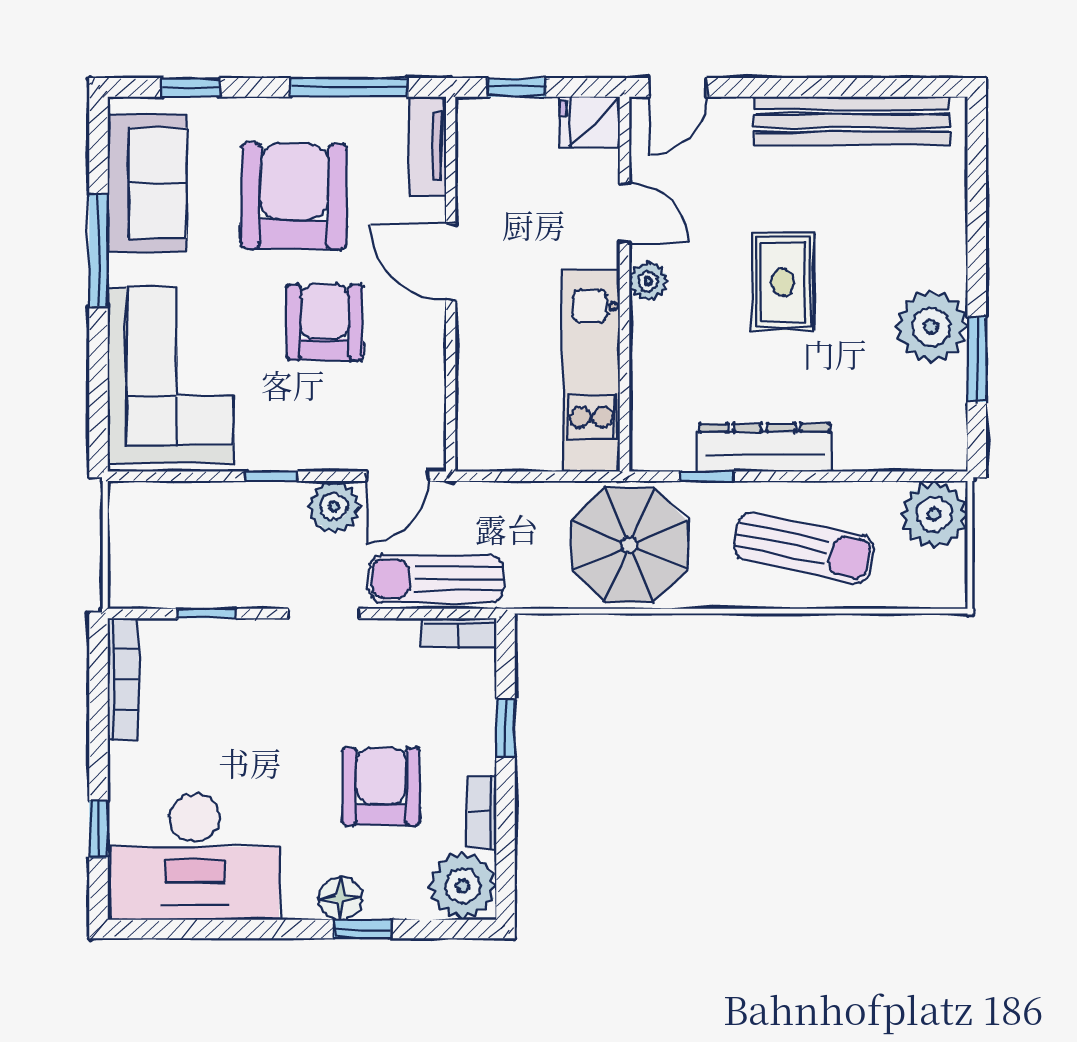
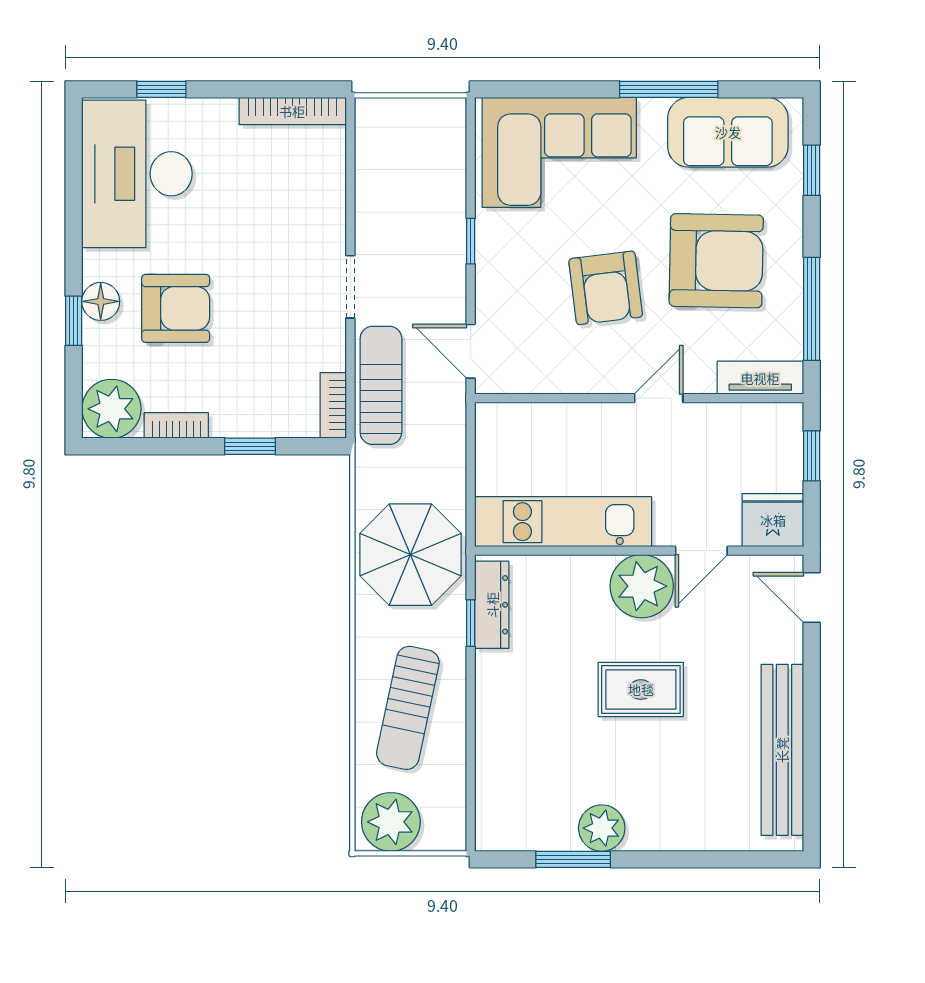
fridge: (590, 122) -> (773, 520), width x1.38
door: (451, 262) -> (659, 398), width x0.73
plant: (648, 281) -> (642, 586), width x1.87, depth x1.87
armchair: (325, 322) -> (606, 288), turned 83
plant: (931, 327) -> (602, 828), width x0.73, depth x0.73
dresser: (764, 447) -> (492, 605), moved, width x0.73, depth x0.80
plant: (334, 507) -> (444, 296), removed
plant: (934, 514) -> (391, 822), moved
window: (206, 613) -> (350, 184), removed
armchair: (381, 786) -> (176, 308), moved

